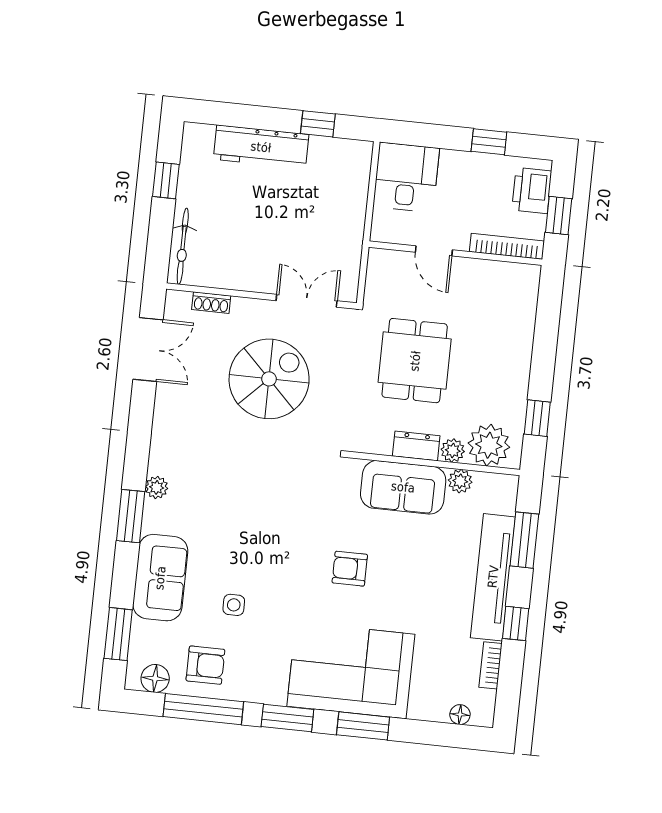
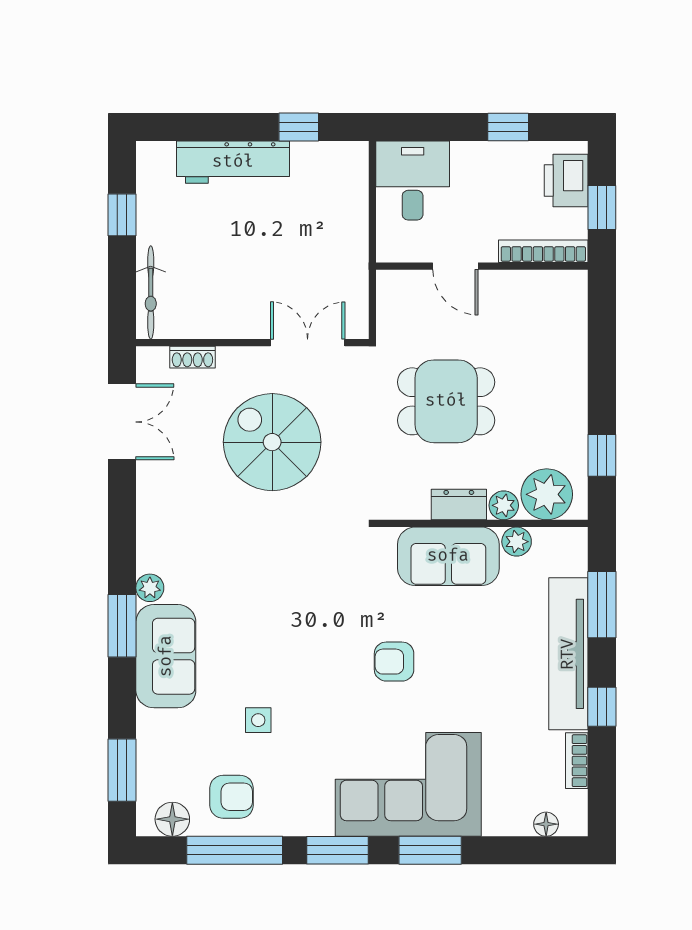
dining table: (415, 361) -> (446, 401), turned 90
spiral stairs: (269, 379) -> (272, 442), turned -90
sofa: (160, 578) -> (166, 656), moved

